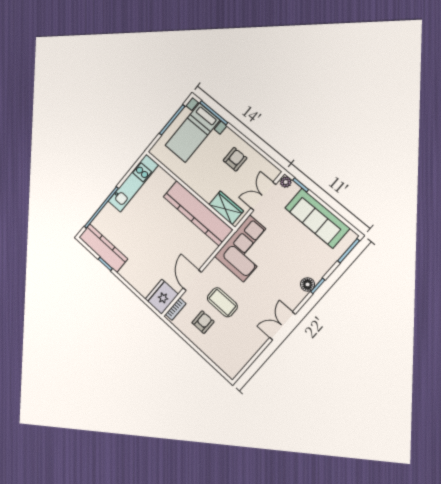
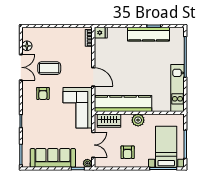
plant: (197, 184) -> (138, 120), added
kitchen counter: (103, 248) -> (149, 34), moved
door: (192, 280) -> (93, 77), moved
floor lamp: (308, 284) -> (27, 46), moved
fridge: (162, 297) -> (101, 33), width x0.53, depth x0.75
coffee table: (222, 302) -> (49, 68), moved
armchair: (203, 322) -> (43, 93), moved
double door: (282, 326) -> (21, 67), moved

